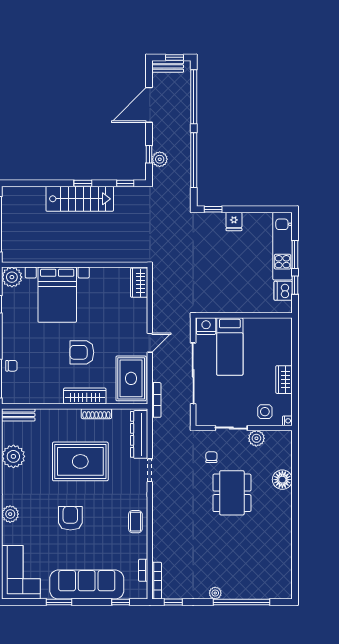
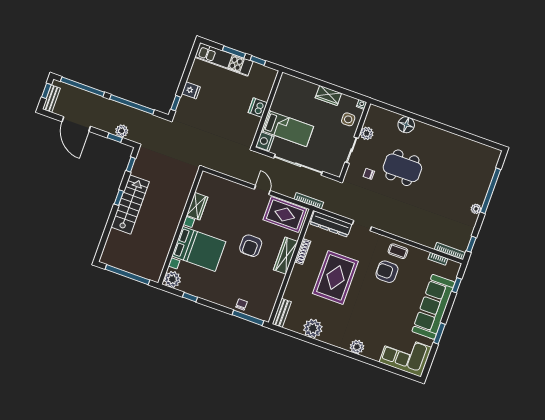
wardrobe: (139, 283) -> (197, 206), moved, turned -90
dishwasher: (283, 291) -> (258, 108), moved, turned 90
armchair: (70, 518) -> (387, 272), moved

